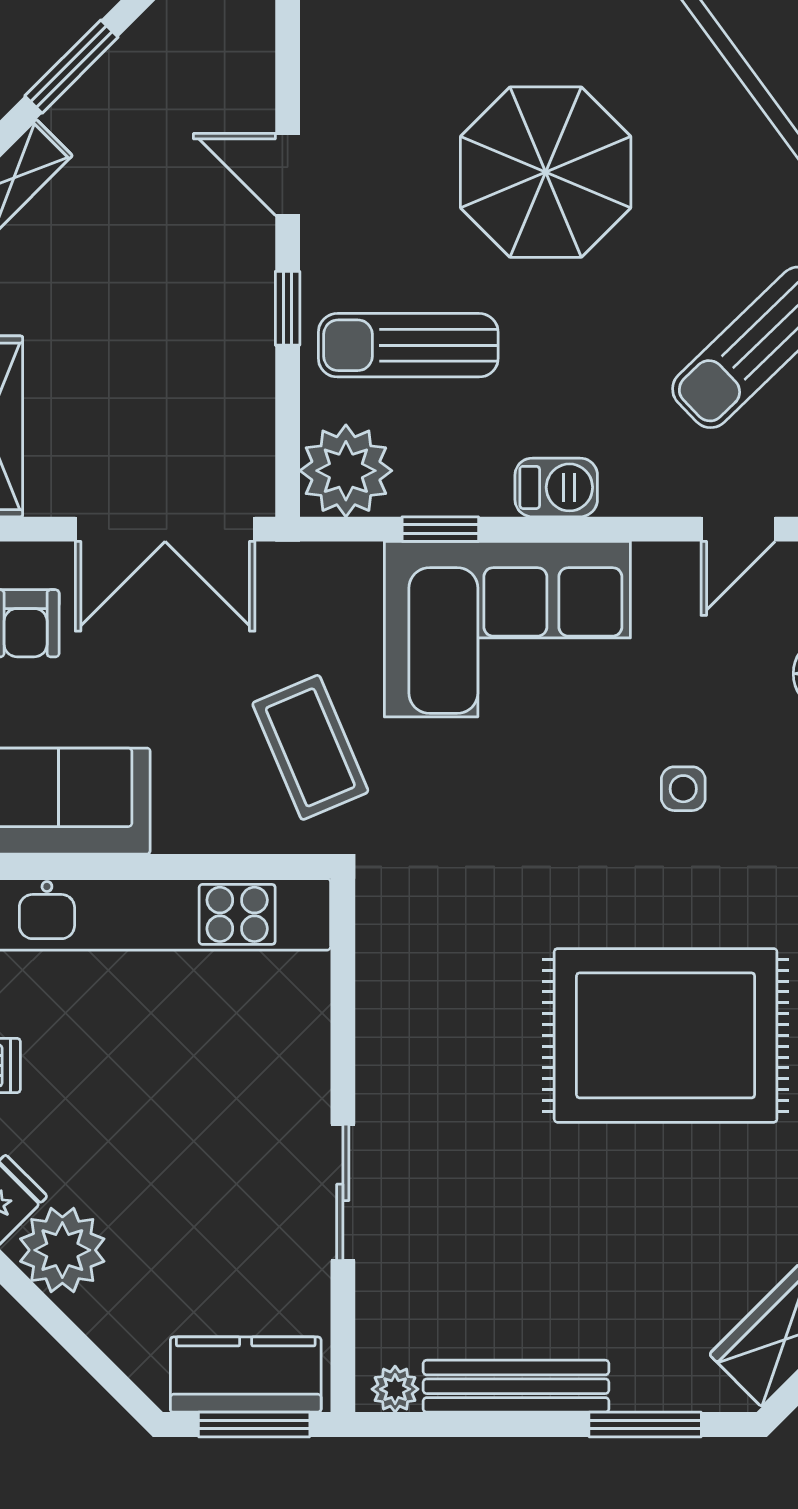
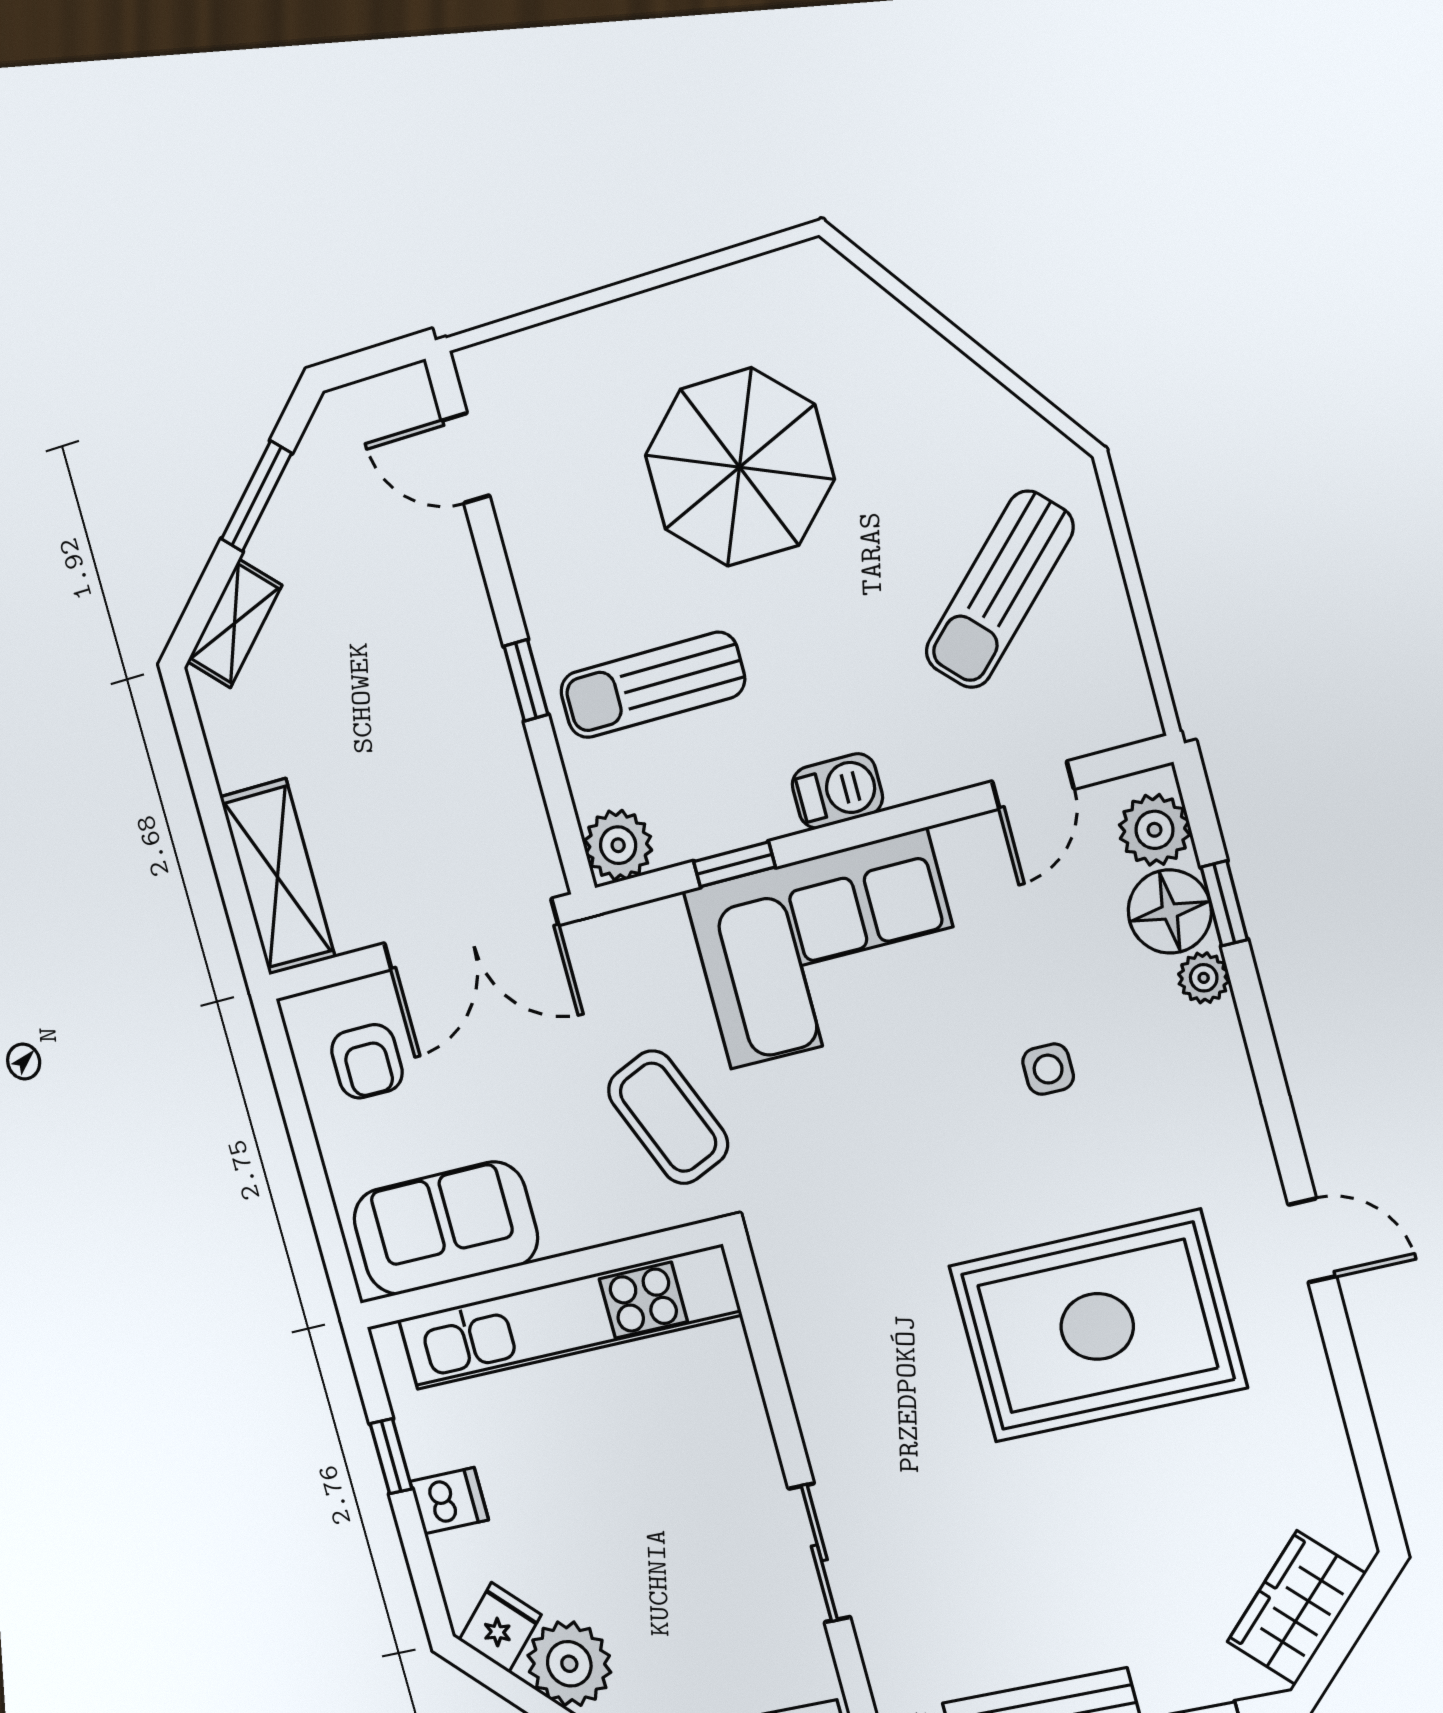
door: (288, 174) -> (465, 458), moved
plant: (346, 471) -> (618, 845), width x0.73, depth x0.73

